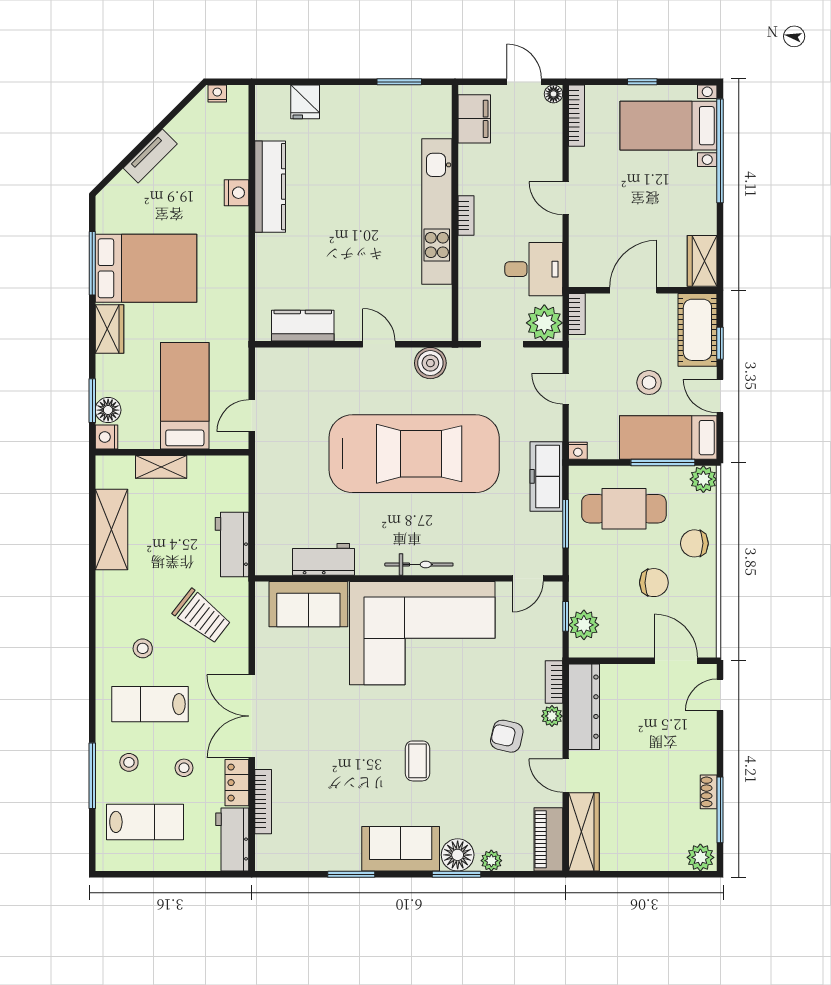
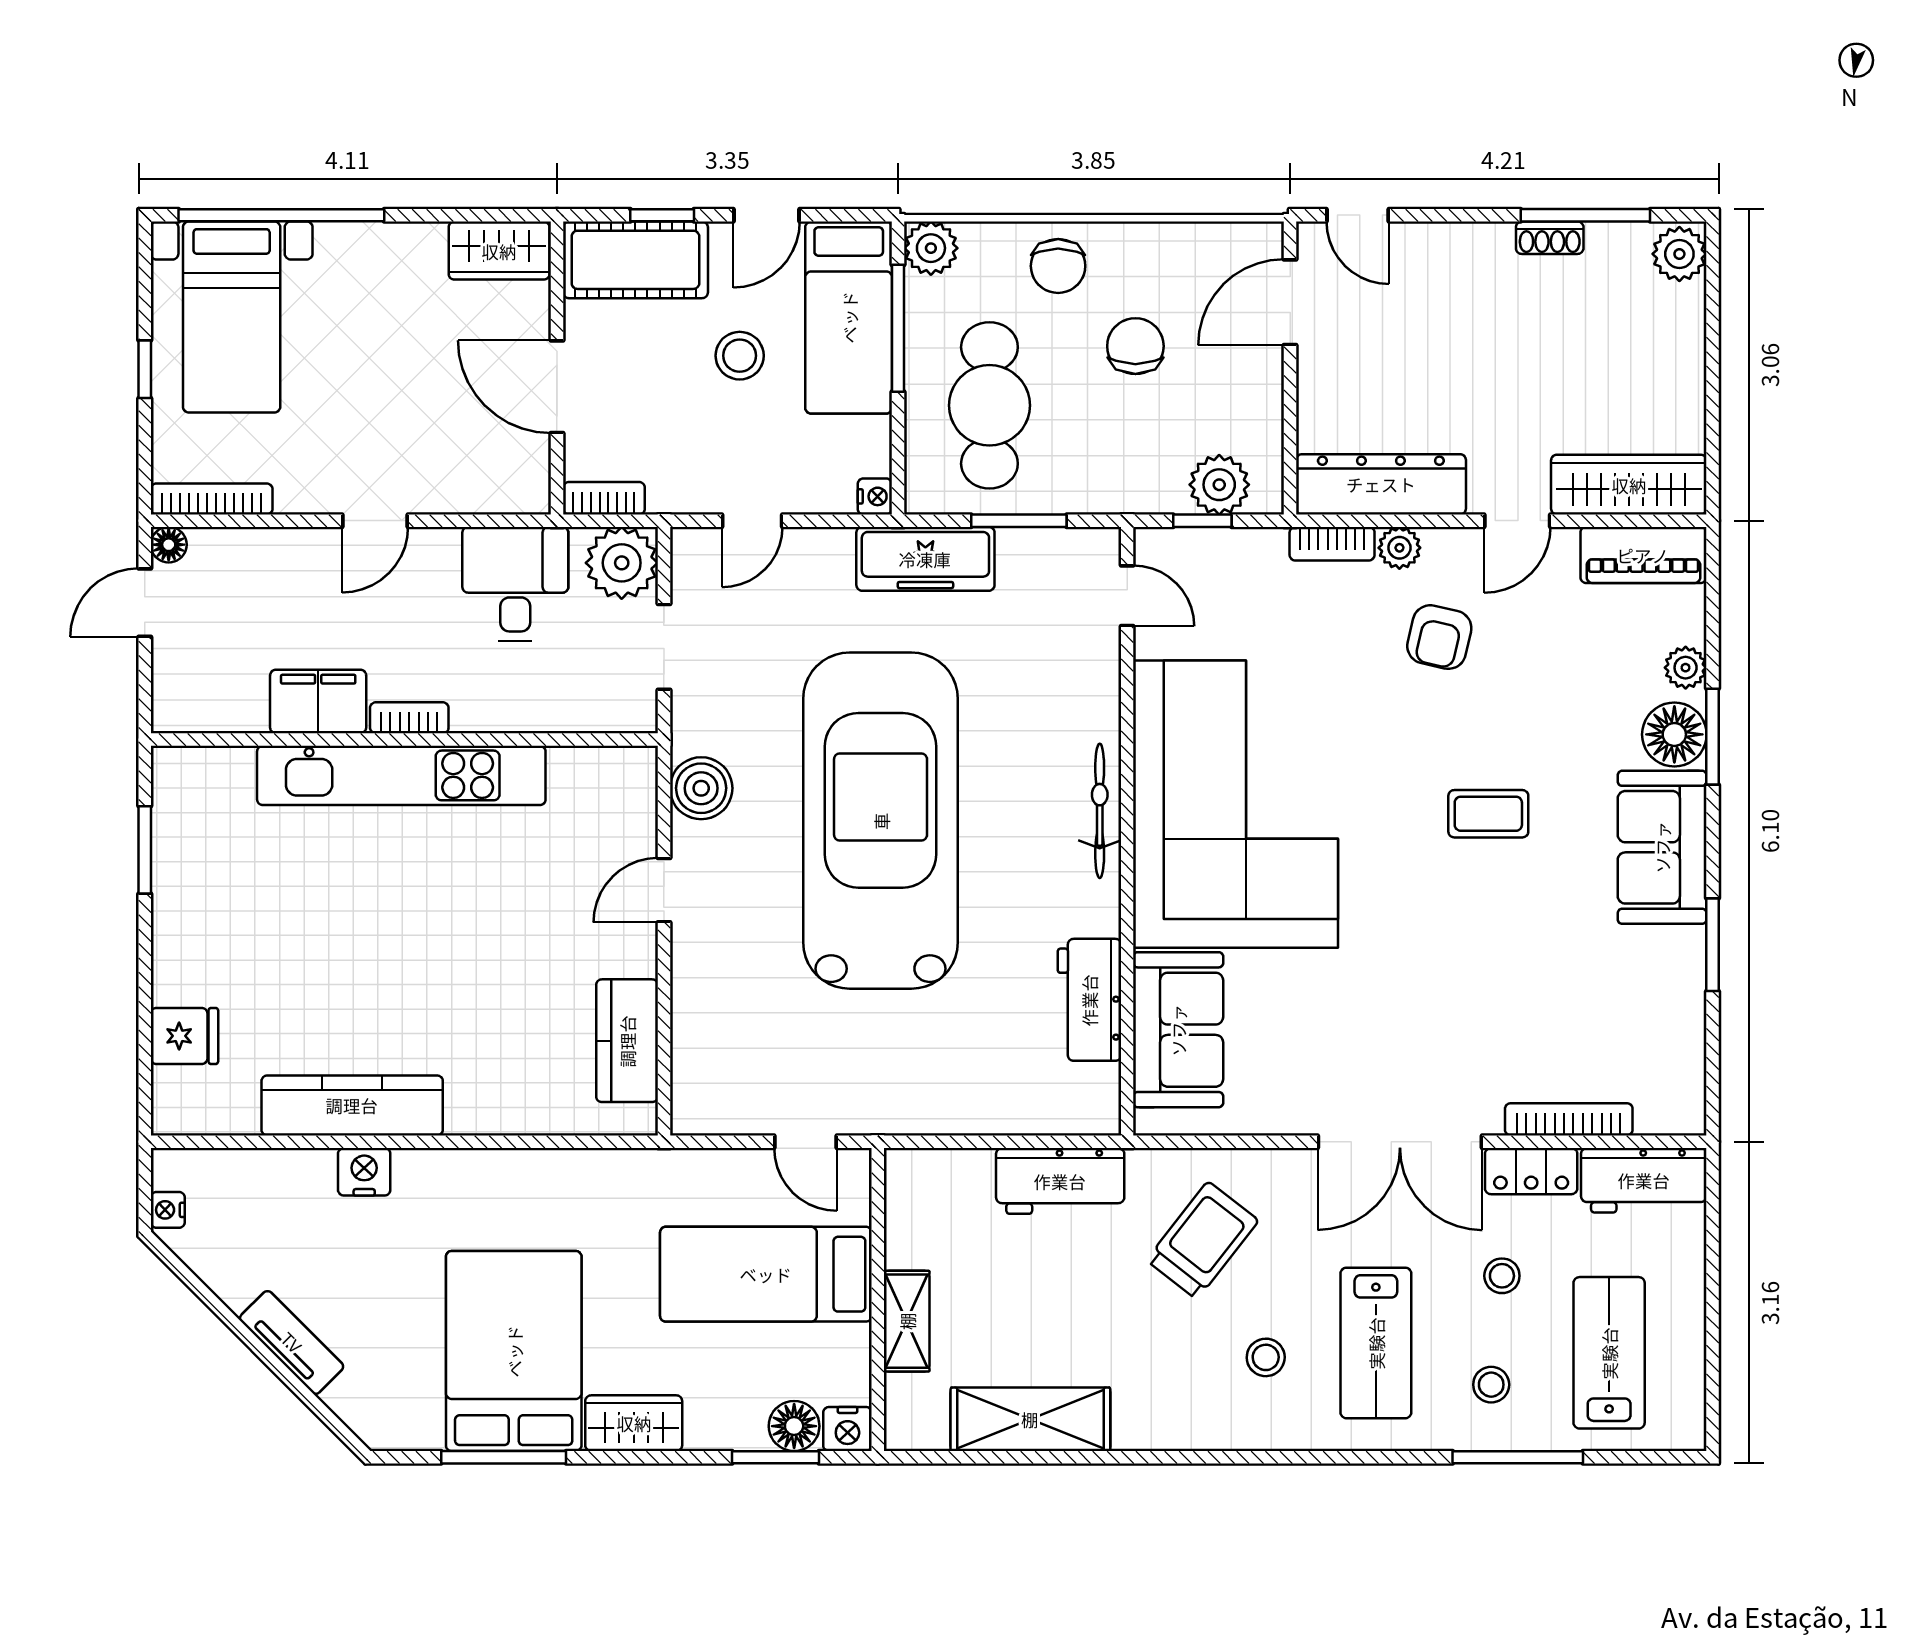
filing cabinet: (474, 119) -> (318, 702), moved

